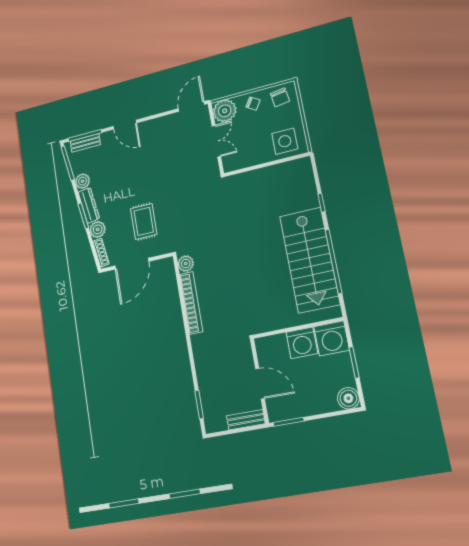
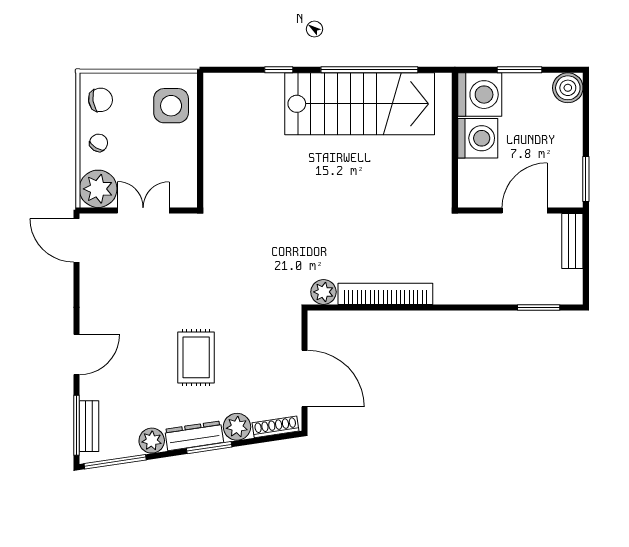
rug: (144, 221) -> (196, 357), moved, turned 90

